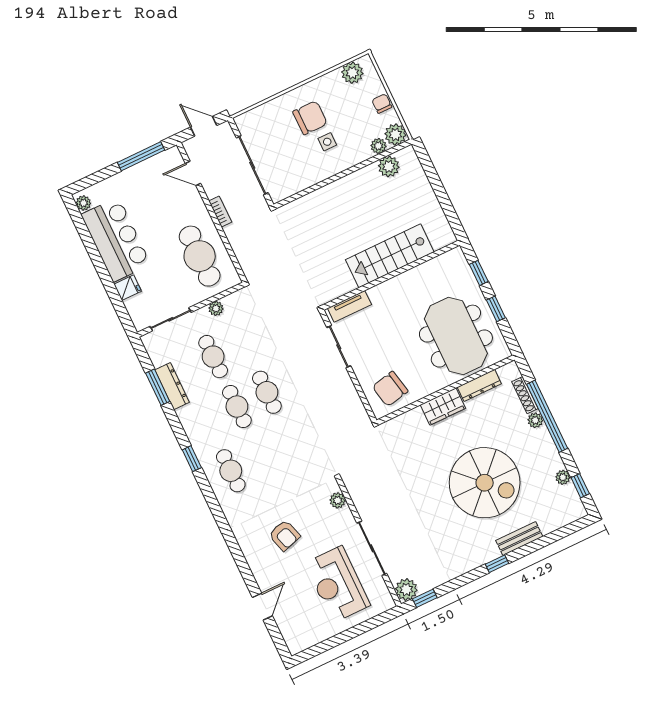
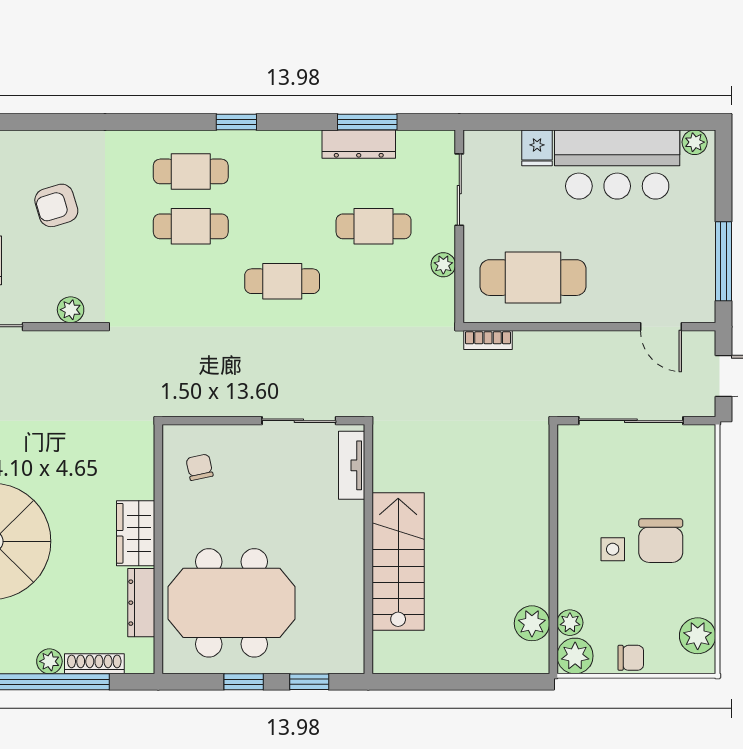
door: (193, 173) -> (661, 327), swing flipped
bookcase: (220, 212) -> (488, 340), moved
chair: (390, 389) -> (200, 467), width x0.54, depth x0.54
cafe table: (237, 407) -> (191, 226), moved

